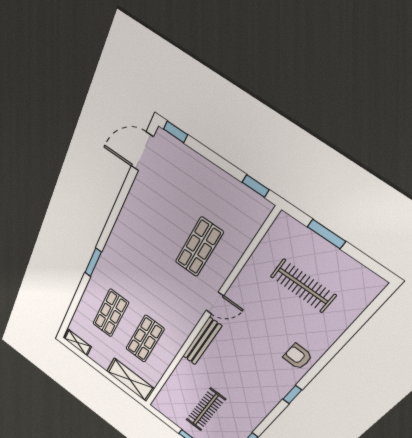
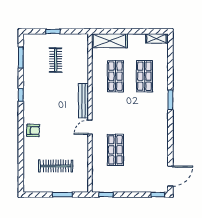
window: (292, 395) -> (21, 95), moved
clothes rail: (205, 410) -> (56, 60), width x0.73

